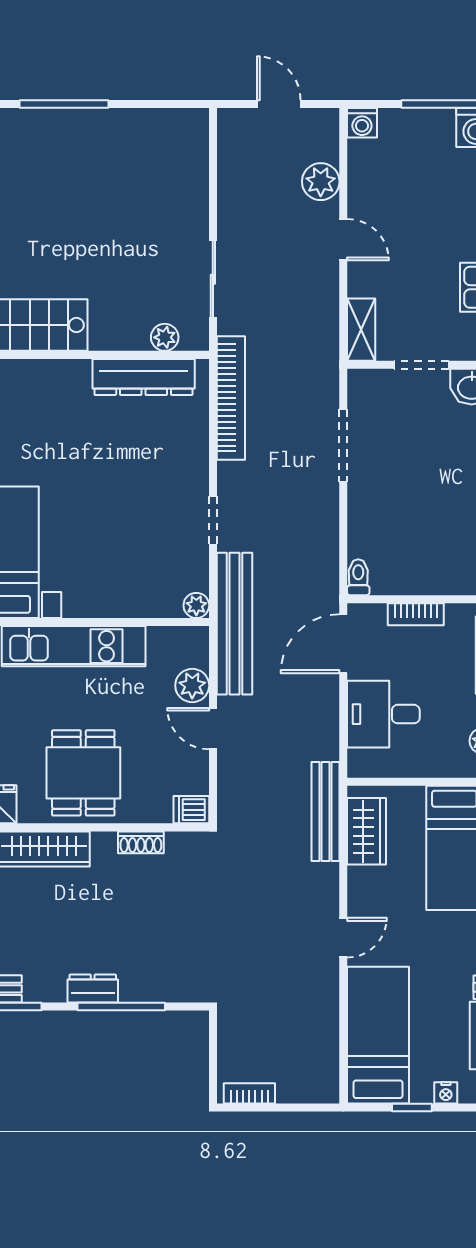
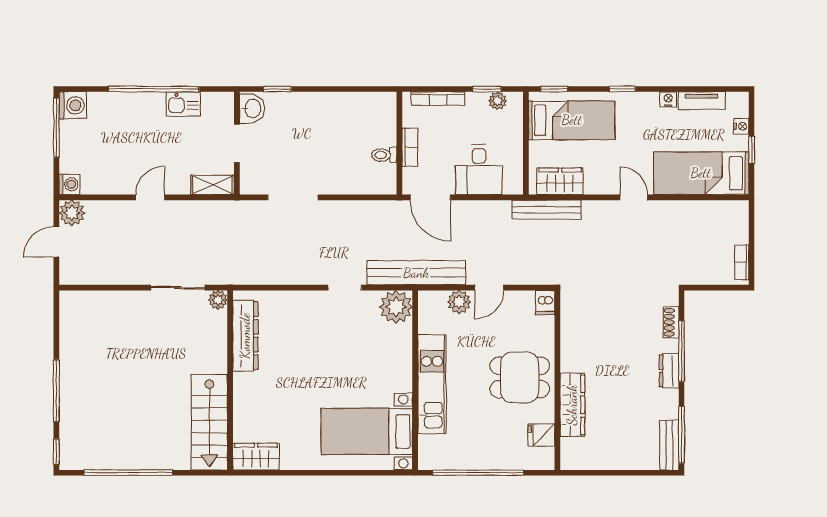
plant: (321, 182) -> (72, 213), moved
plant: (165, 337) -> (218, 300), moved
bookcase: (231, 398) -> (260, 275), removed
toilet: (358, 577) -> (384, 155), moved
plant: (196, 605) -> (396, 307), width x1.88, depth x1.88
shoe rack: (141, 842) -> (671, 322), moved, turned 180

